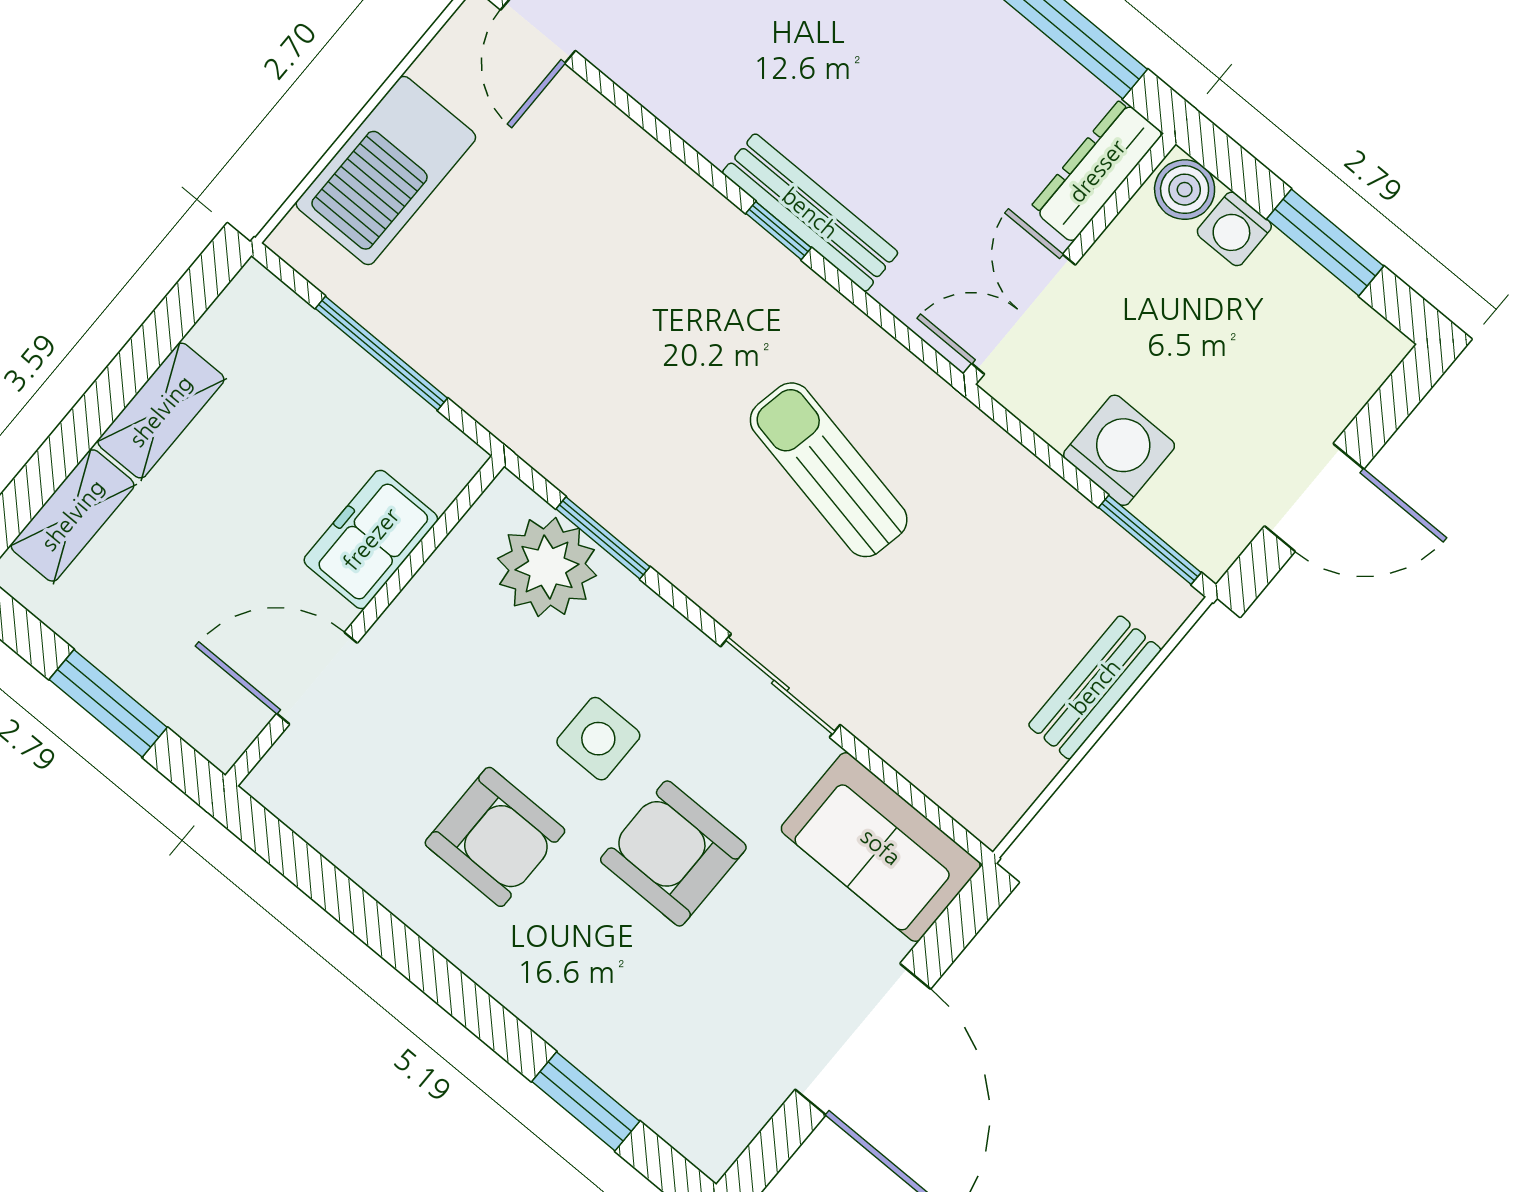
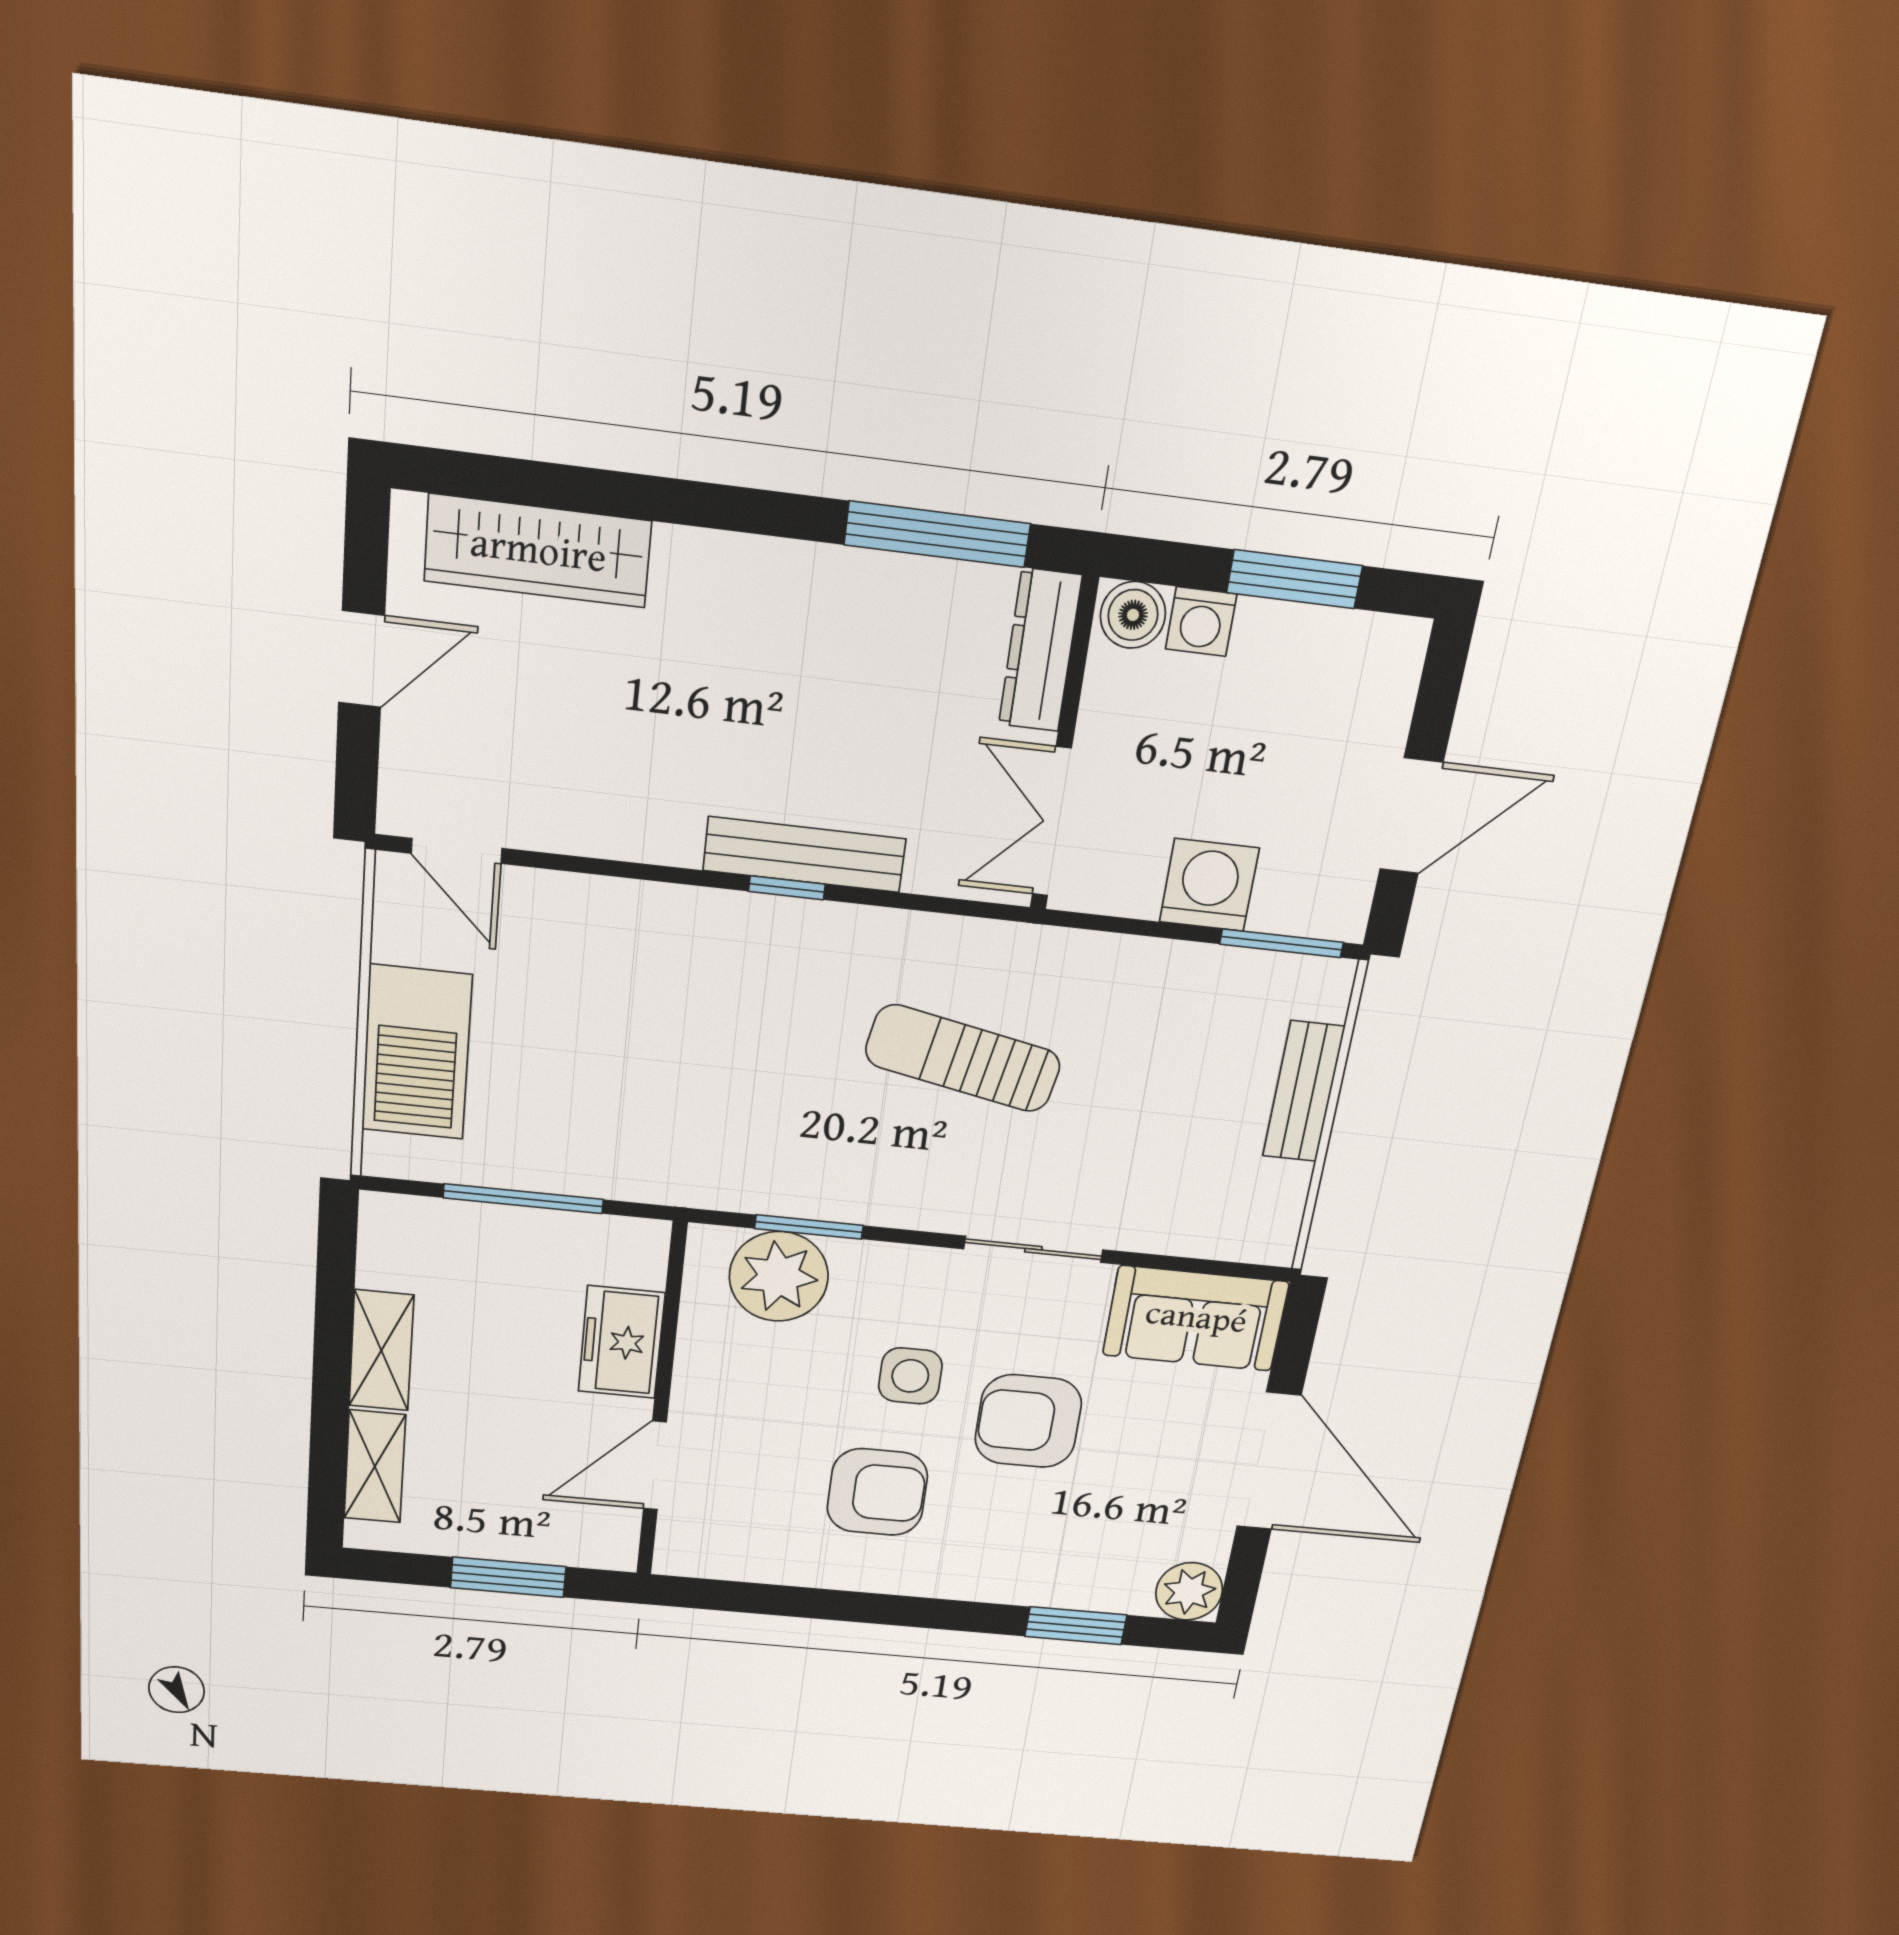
plant: (712, 1133) -> (1189, 1591), added

